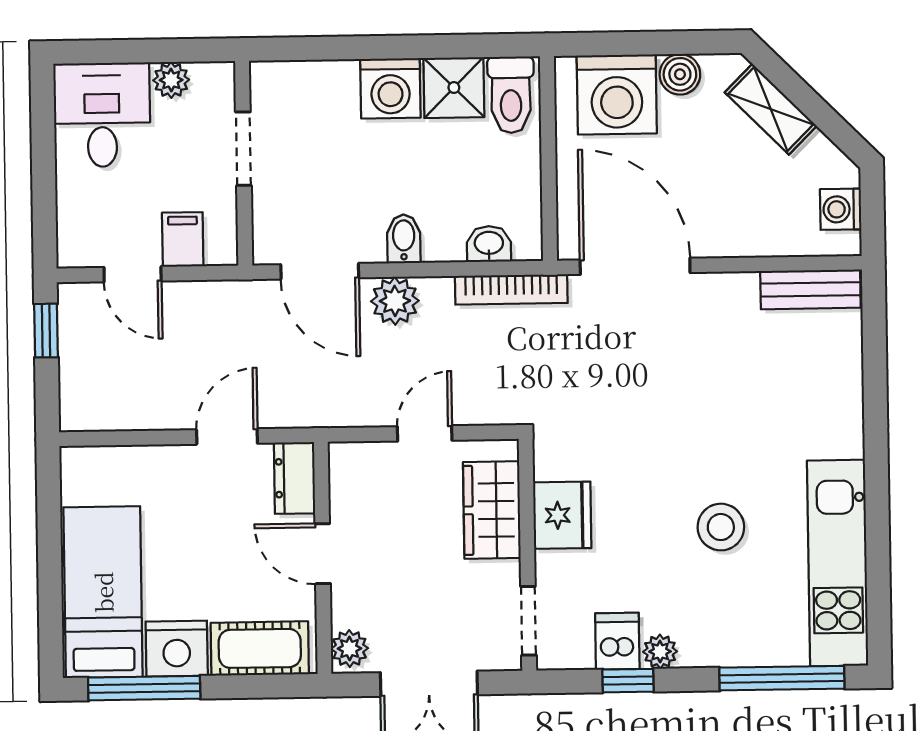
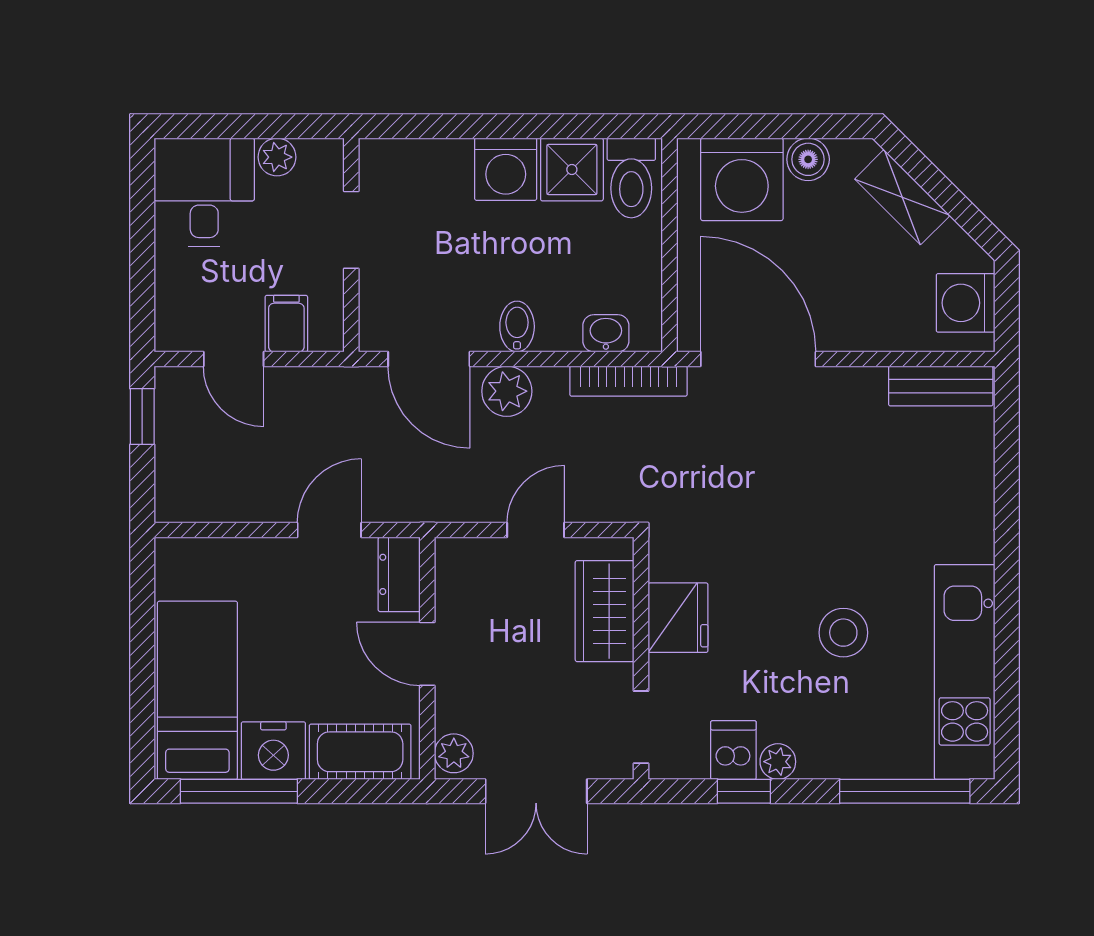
washing machine: (841, 209) -> (966, 303), width x1.38, depth x1.38

